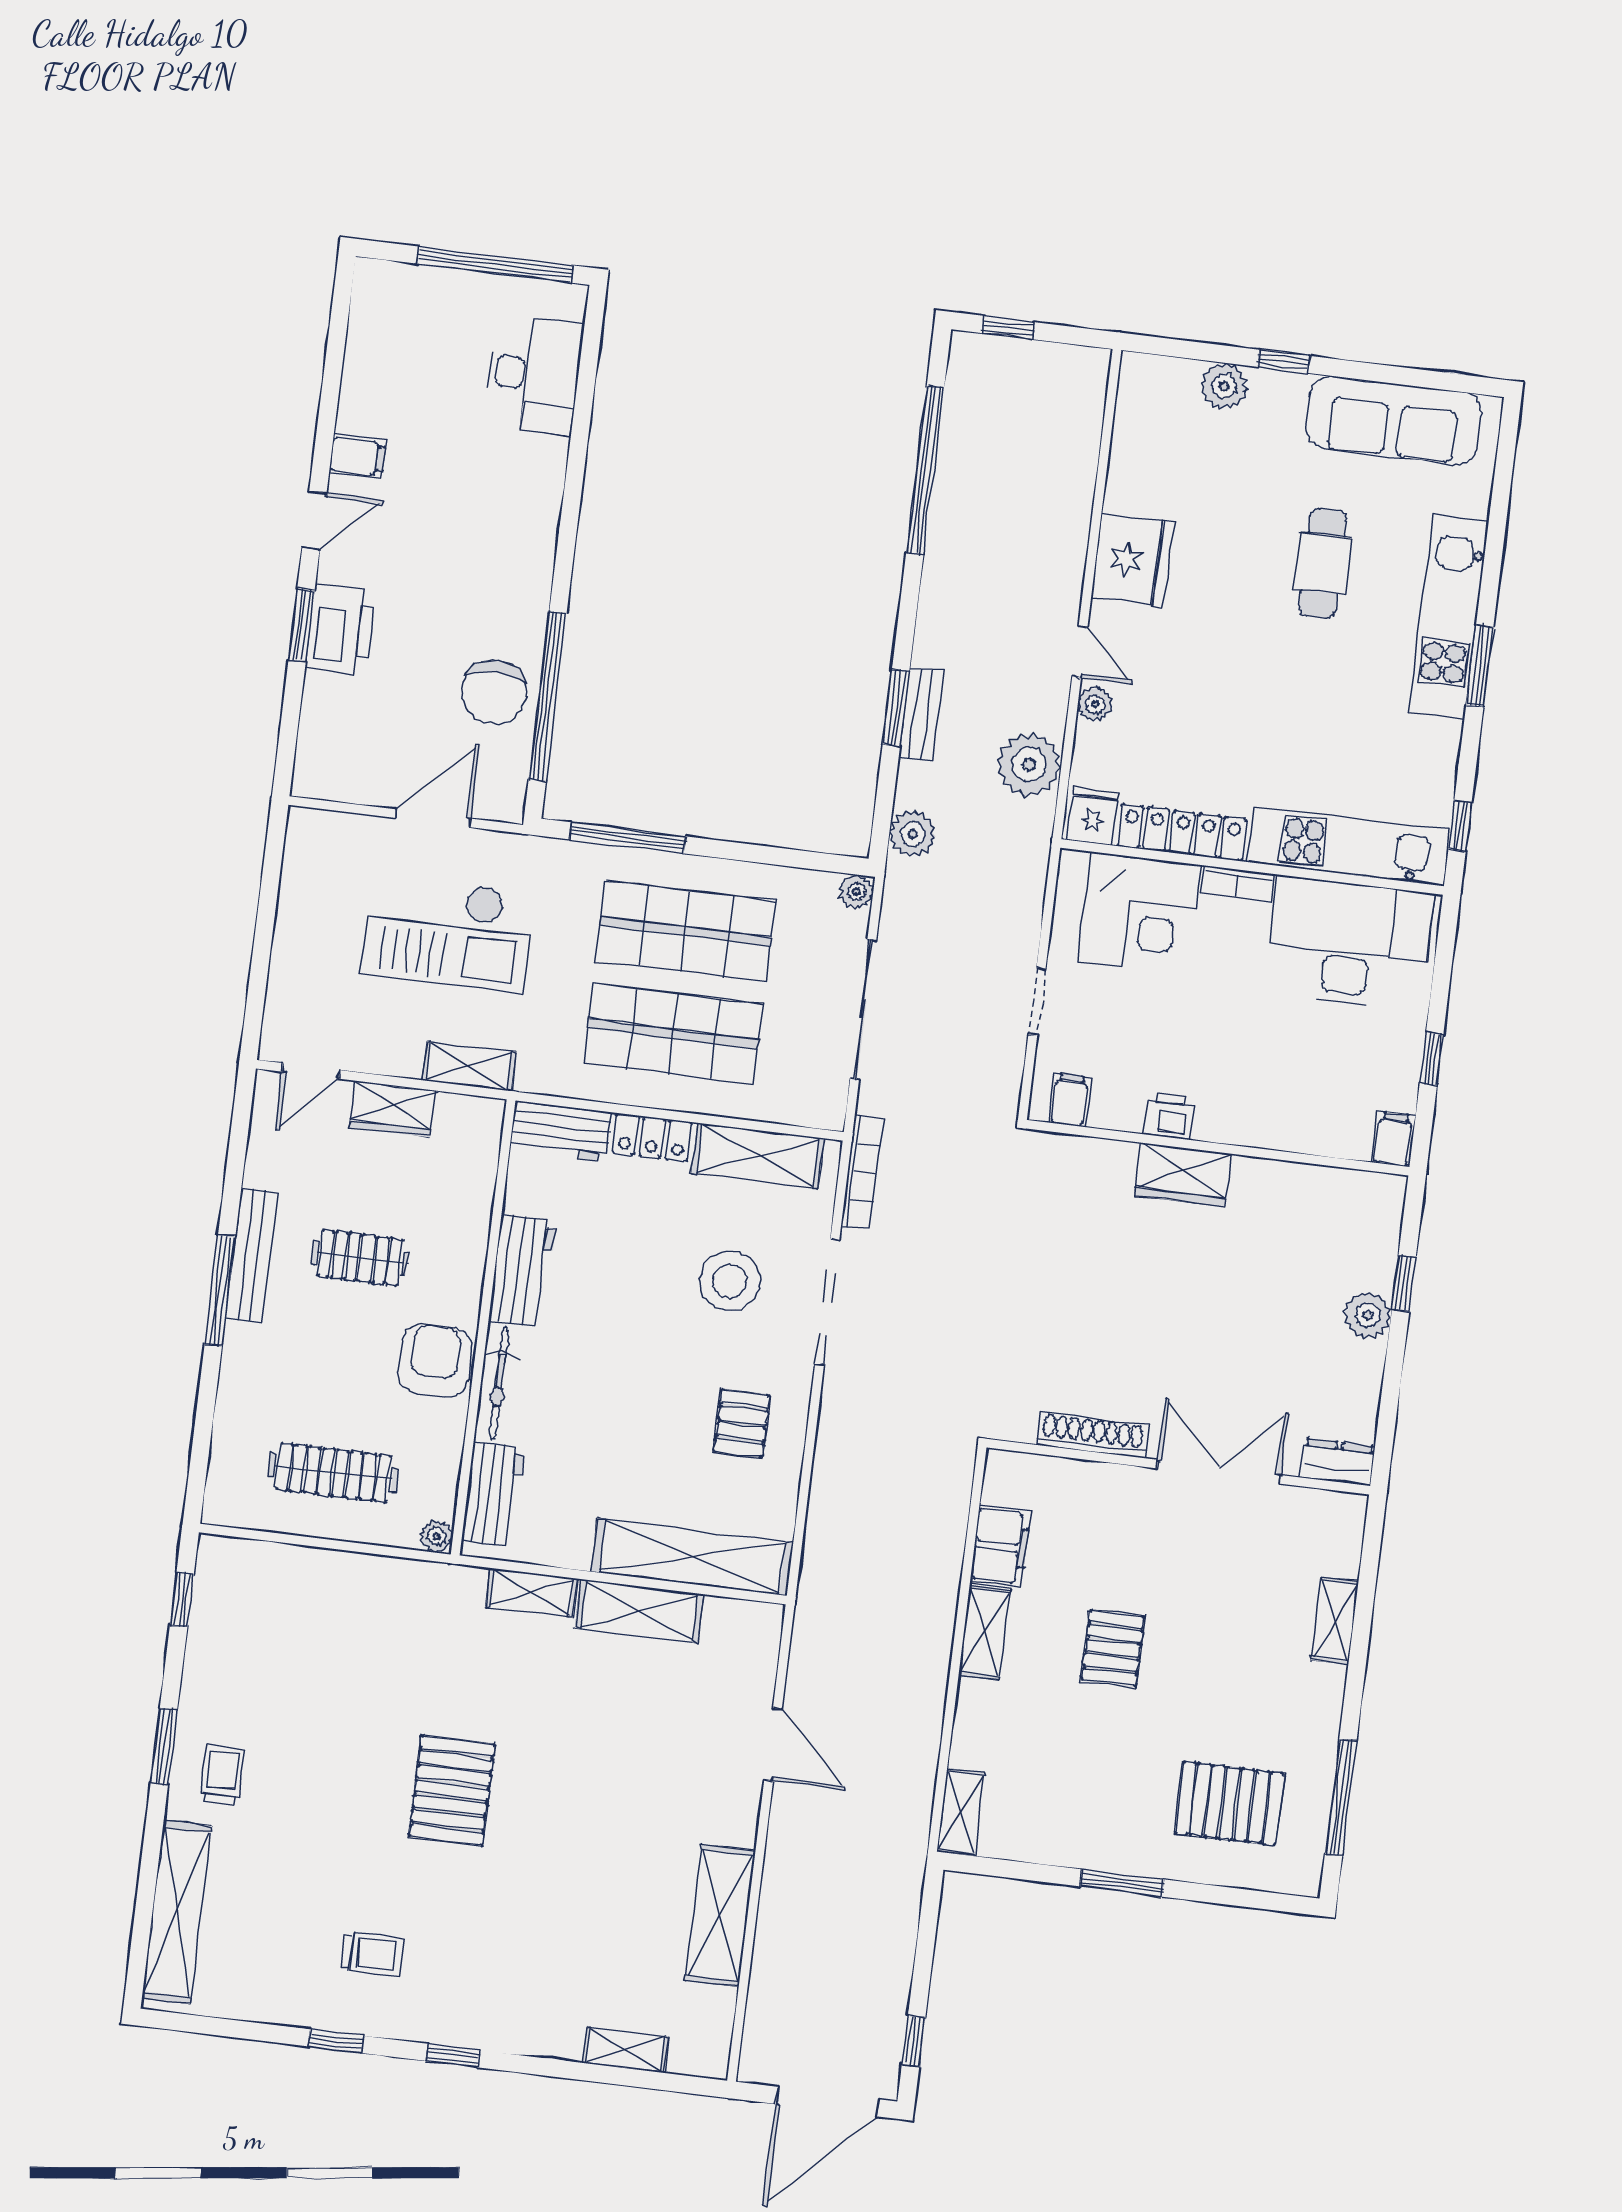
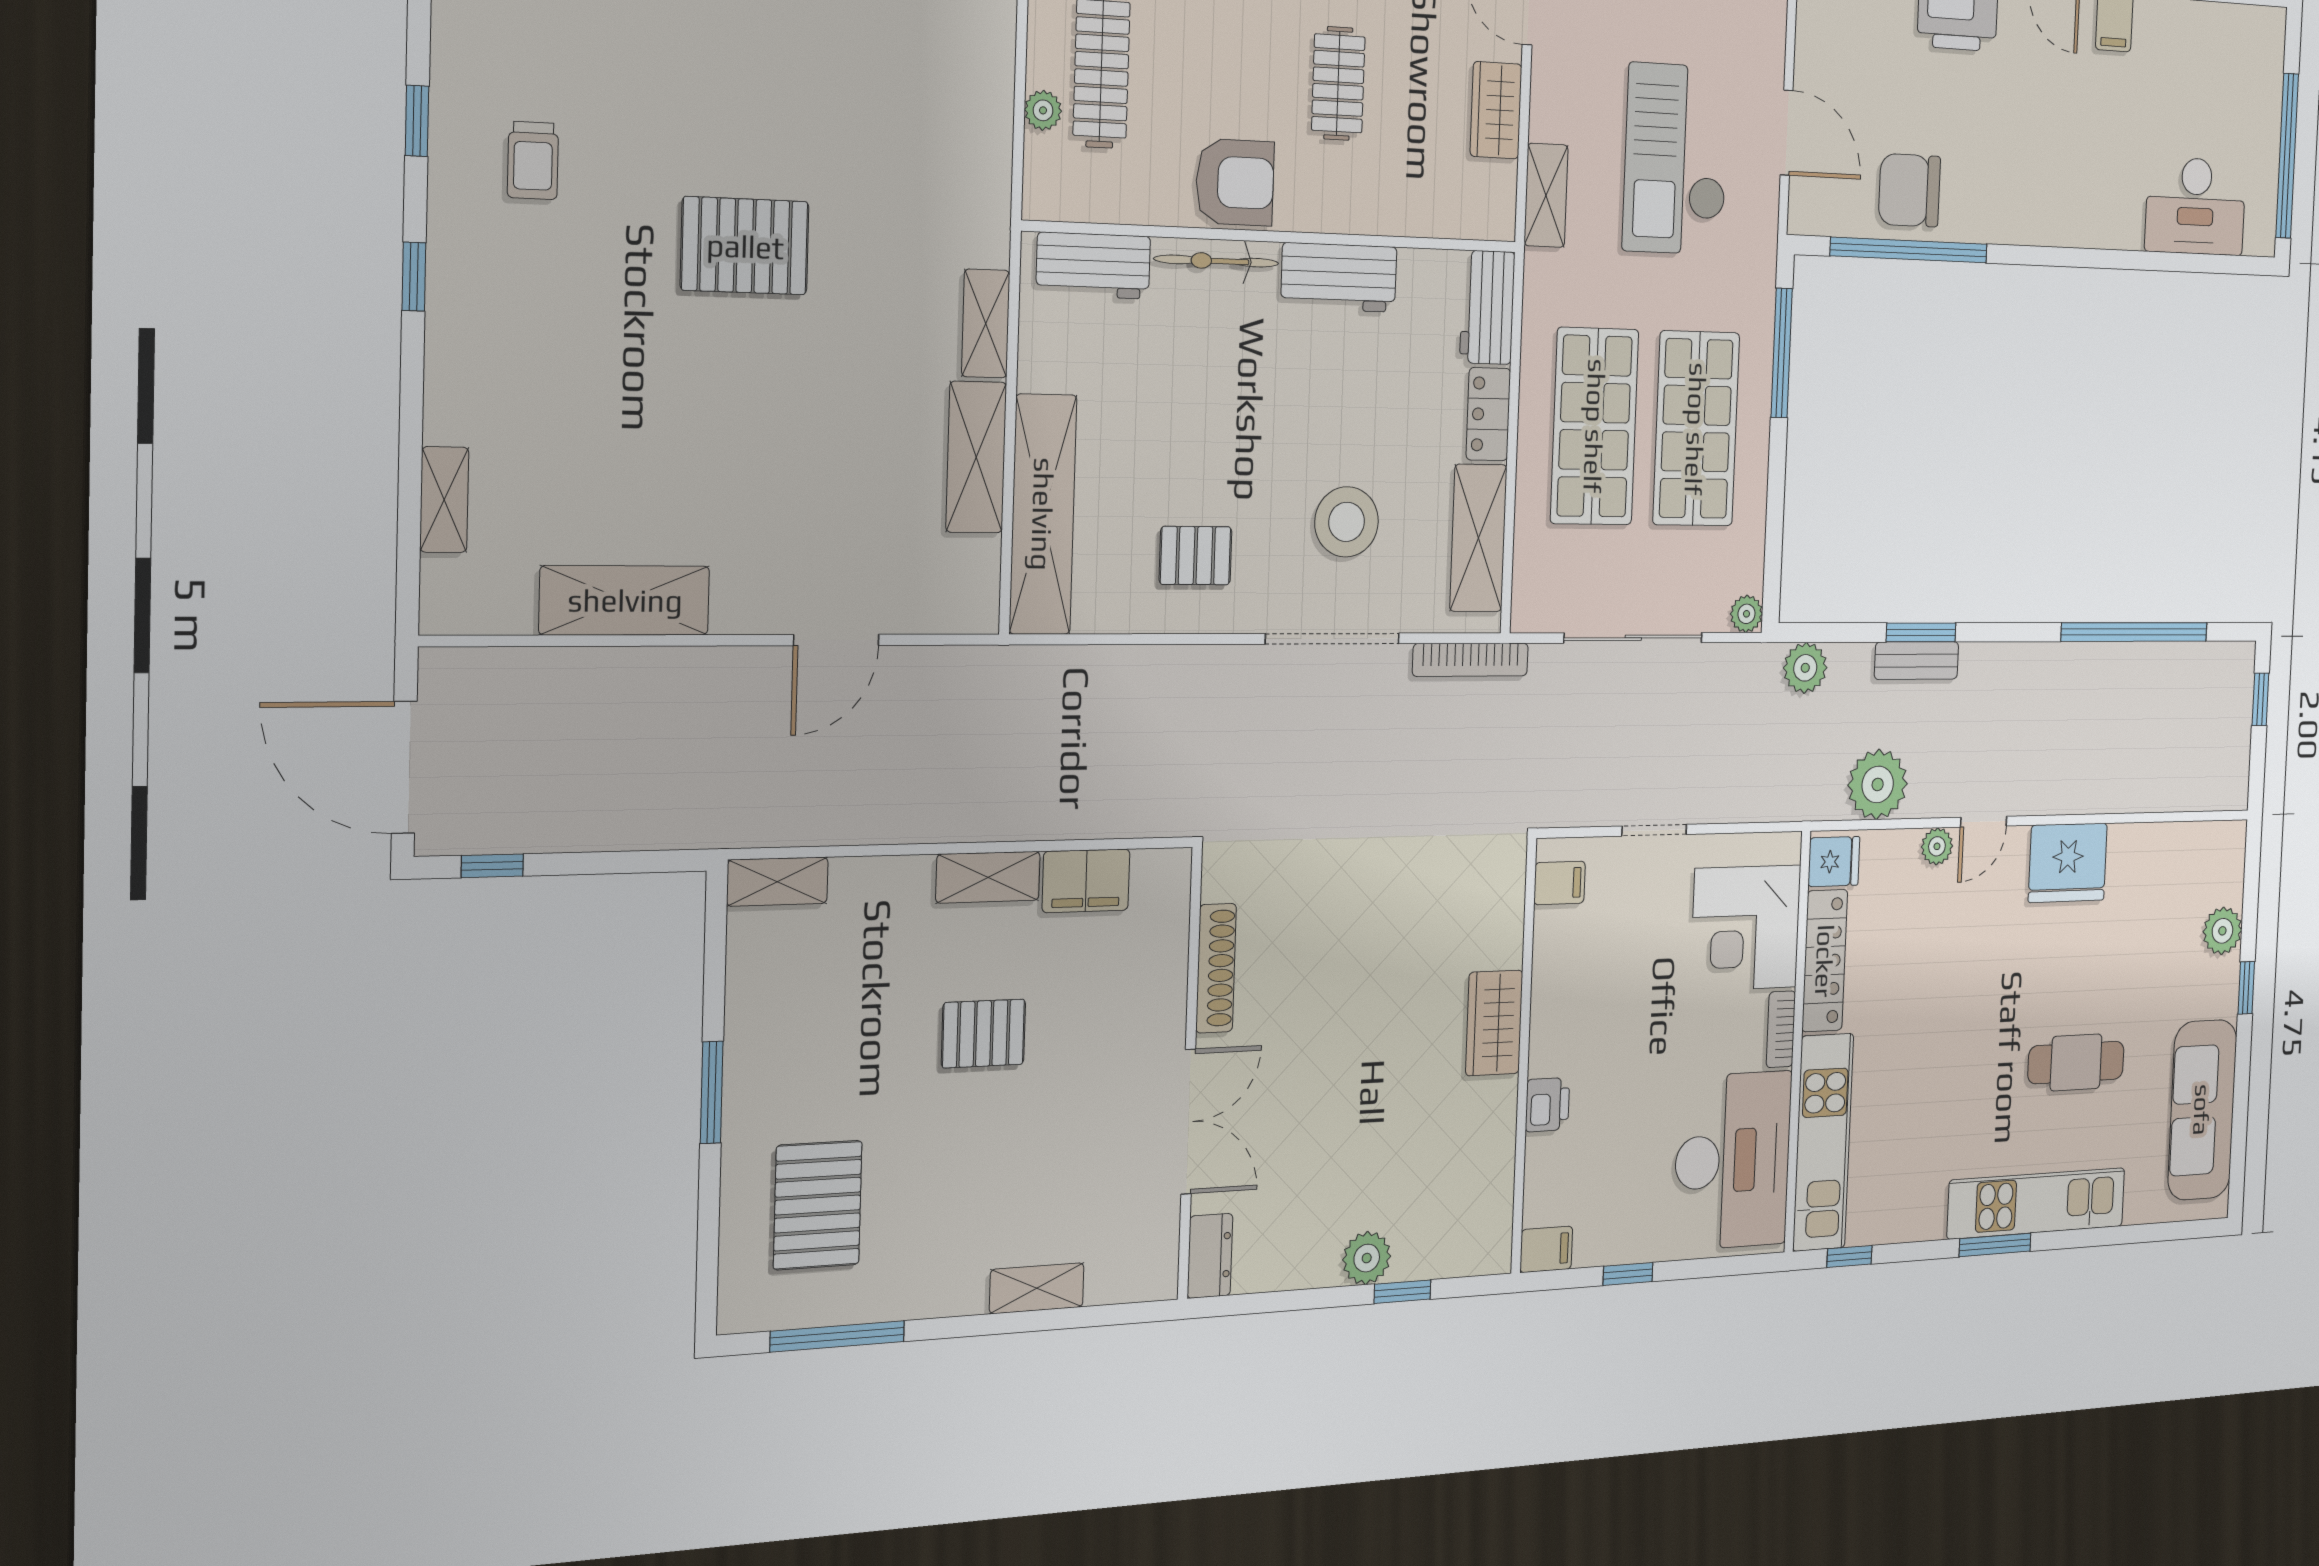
printer: (1169, 1116) -> (1547, 1105), moved
plant: (437, 1536) -> (1043, 110), moved

